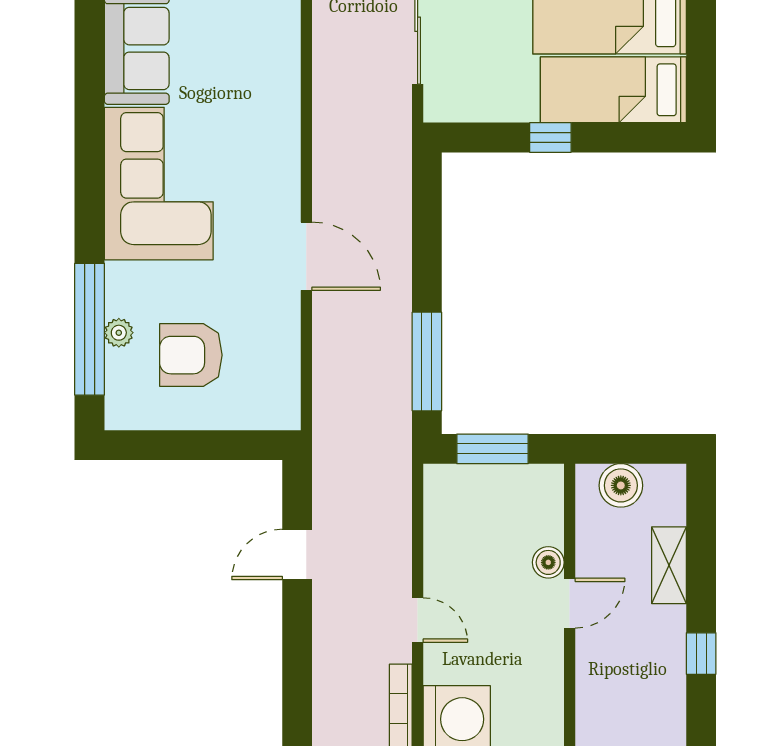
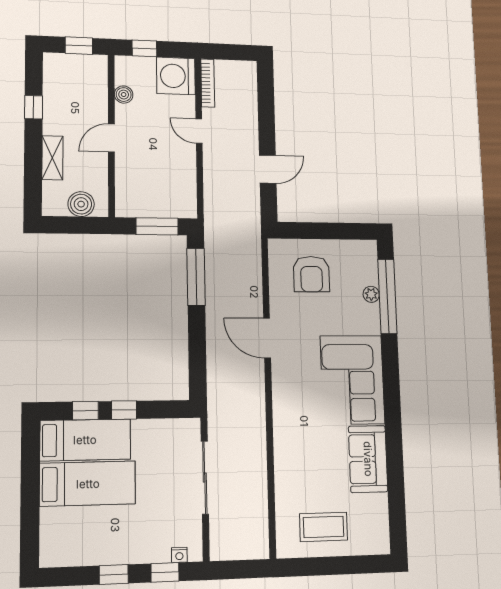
window: (613, 137) -> (85, 411), added
armchair: (191, 355) -> (311, 274), moved, turned 90
boiler: (548, 562) -> (124, 95), moved

